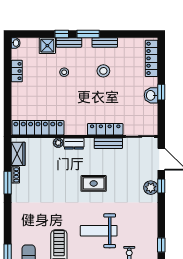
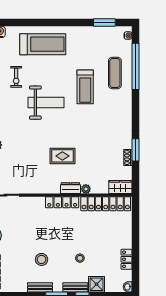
locker: (105, 129) -> (62, 202), moved
bench: (108, 143) -> (37, 188), removed
wardrobe: (18, 154) -> (120, 187), moved, turned 90
rug: (94, 183) -> (62, 156), moved

